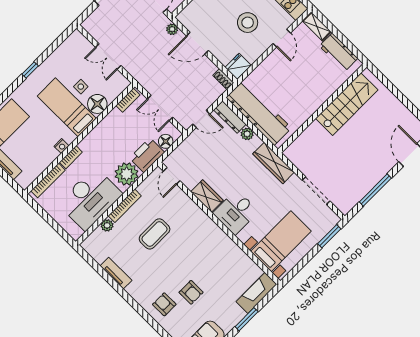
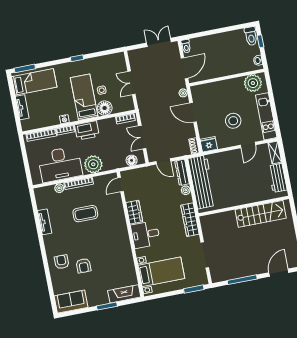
printer: (147, 155) -> (87, 130), moved, turned 180

